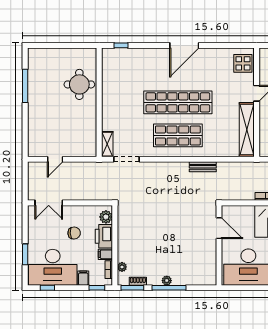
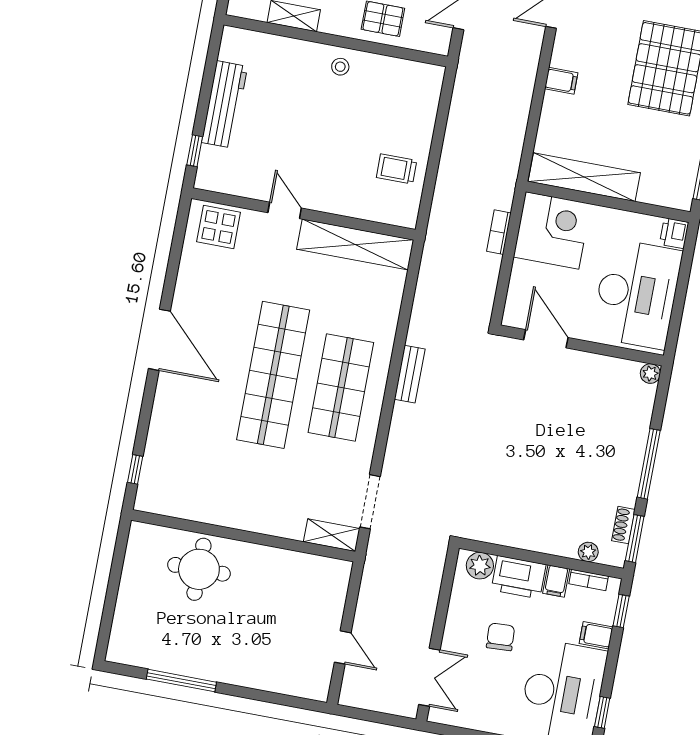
bench: (203, 167) -> (410, 374), moved
door: (219, 228) -> (546, 339), hinge flipped
plant: (167, 281) -> (650, 374), moved

